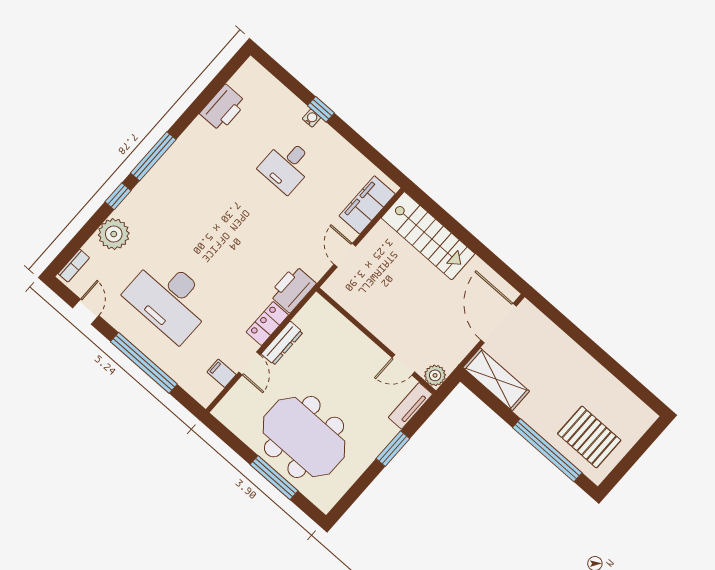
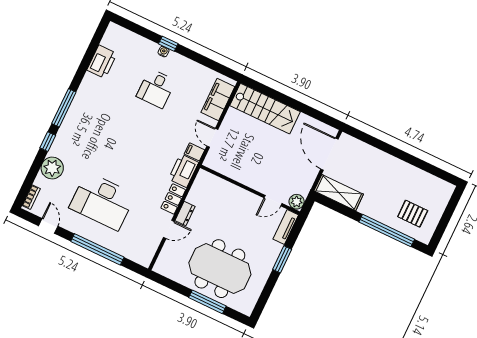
dresser: (282, 343) -> (185, 214), width x0.70
door: (249, 363) -> (169, 229), hinge flipped
filing cabinet: (222, 373) -> (195, 152), moved
pallet: (589, 437) -> (413, 214), width x0.67, depth x0.71

